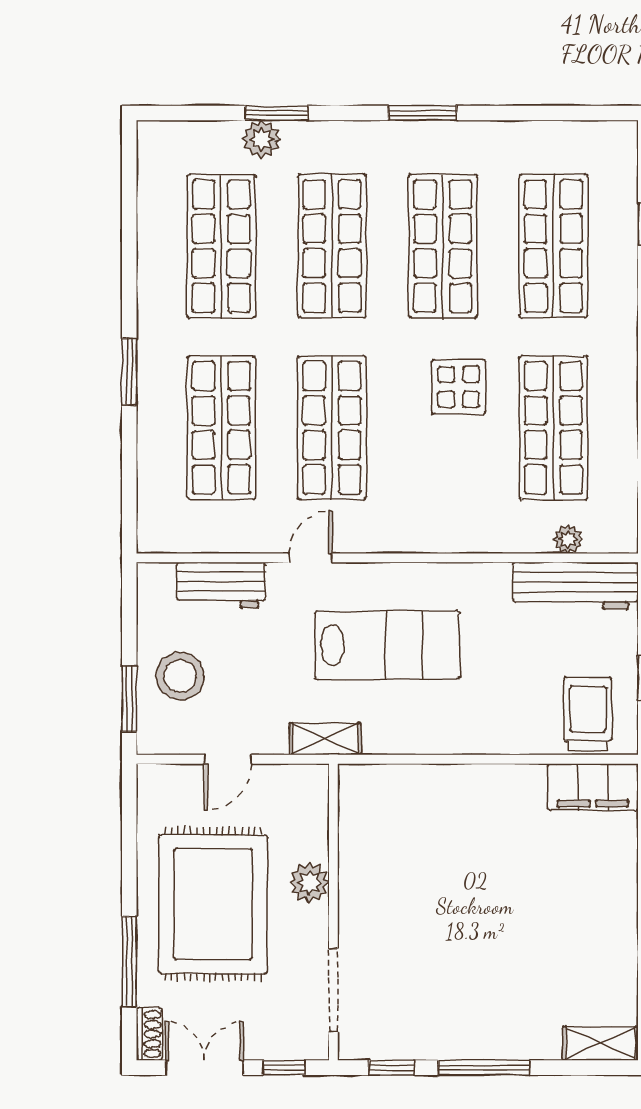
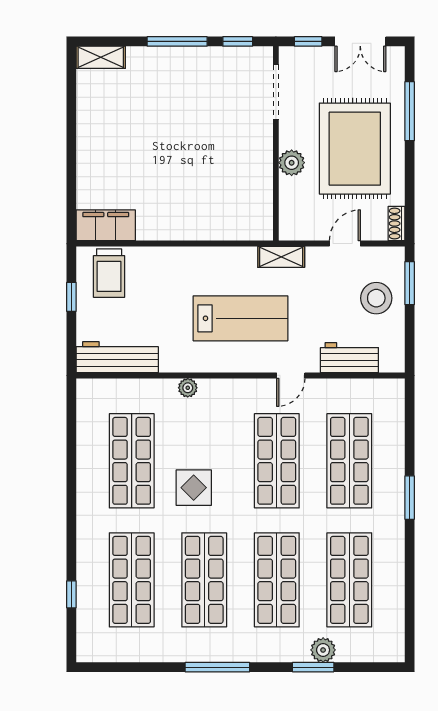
window: (423, 113) -> (217, 667), width x1.44
plant: (568, 539) -> (188, 388), moved
lab bench: (387, 645) -> (241, 318), turned 180
shoe rack: (149, 1034) -> (397, 224), moved

